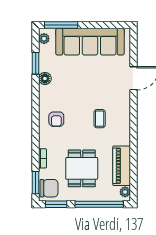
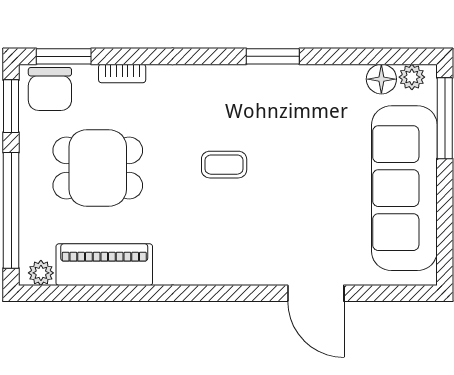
window: (36, 63) -> (273, 56), moved
floor lamp: (45, 78) -> (381, 79), moved
armchair: (56, 119) -> (217, 107), removed
coffee table: (100, 119) -> (224, 165), moved

